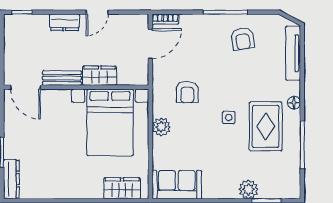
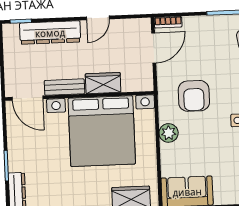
dresser: (64, 22) -> (50, 33), width x1.96, depth x1.24
armchair: (187, 92) -> (194, 96), width x1.38, depth x1.38
bed with nightstands: (110, 122) -> (102, 131), width x1.36

